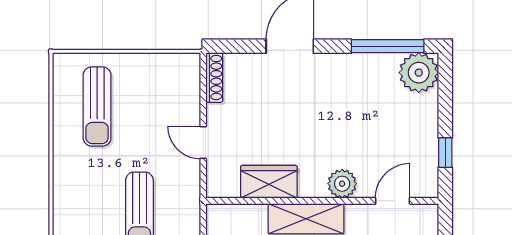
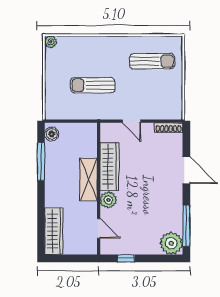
sun lounger: (97, 106) -> (152, 61), turned 180
door: (203, 143) -> (132, 121), swing flipped
wardrobe: (269, 182) -> (109, 166), width x1.50

